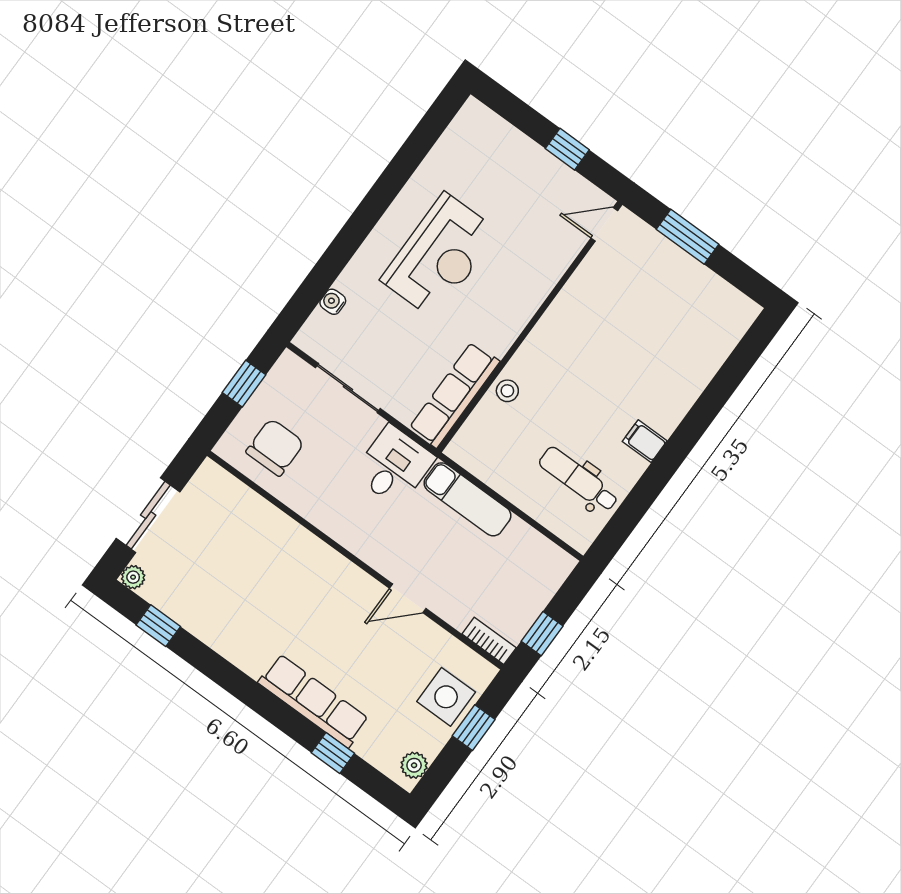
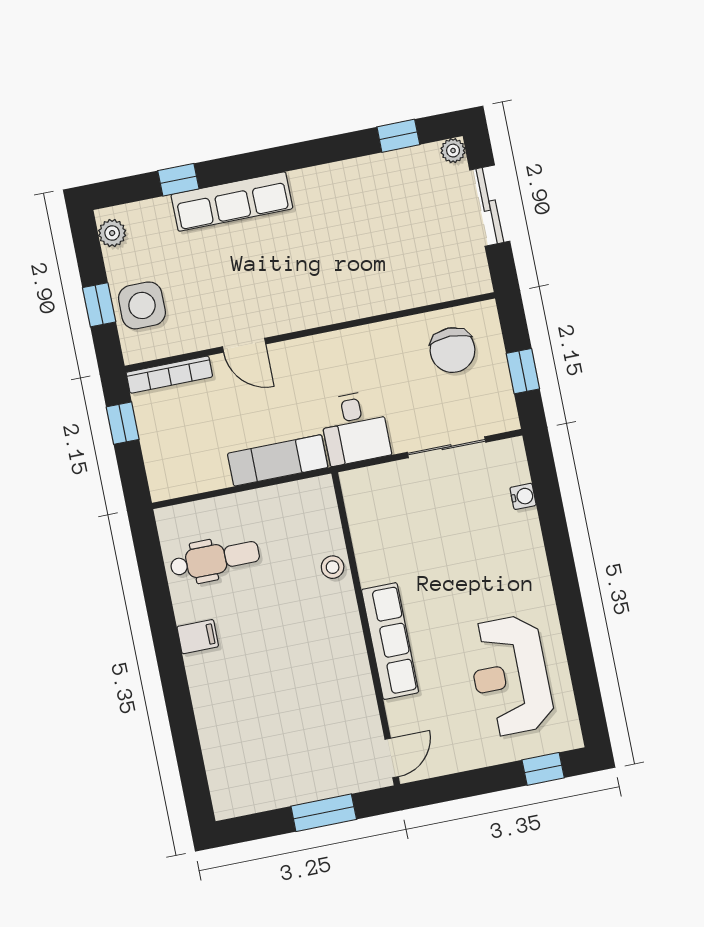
window: (567, 149) -> (543, 769), moved
reception desk: (439, 256) -> (510, 676), moved
row of seats: (454, 395) -> (390, 641), moved
door: (408, 598) -> (244, 345), swing flipped
bookcase: (489, 641) -> (169, 375), width x1.56

